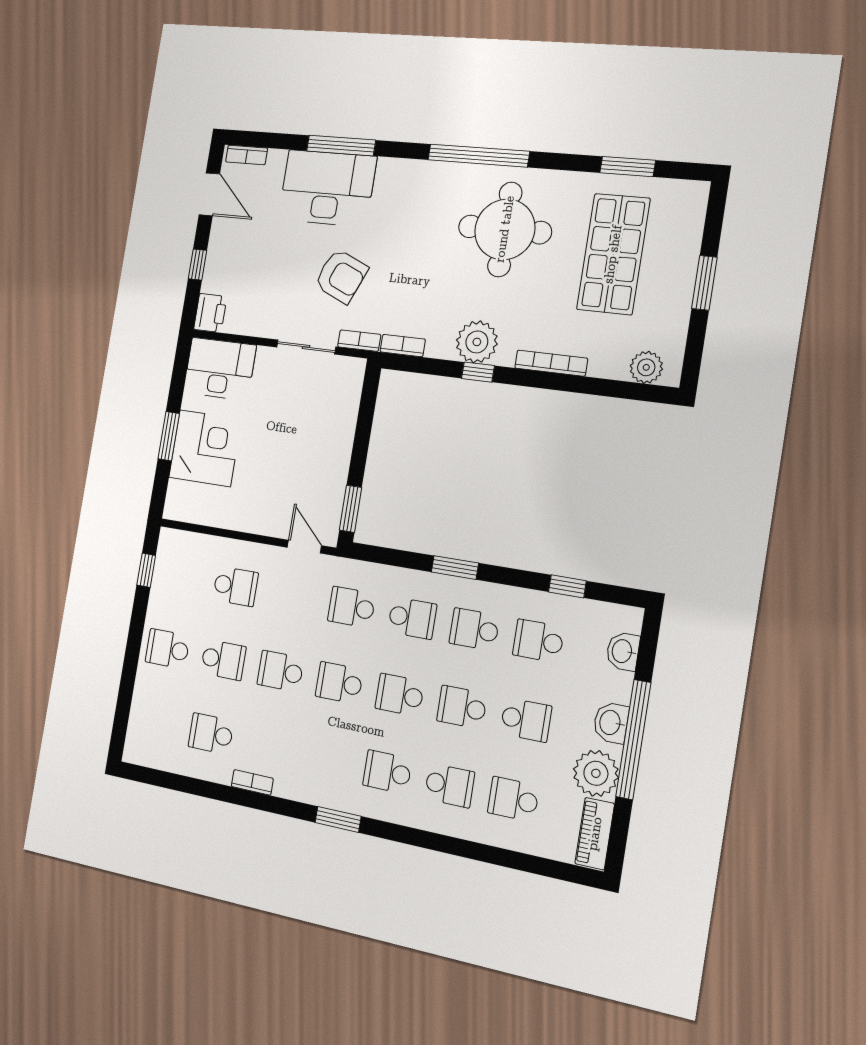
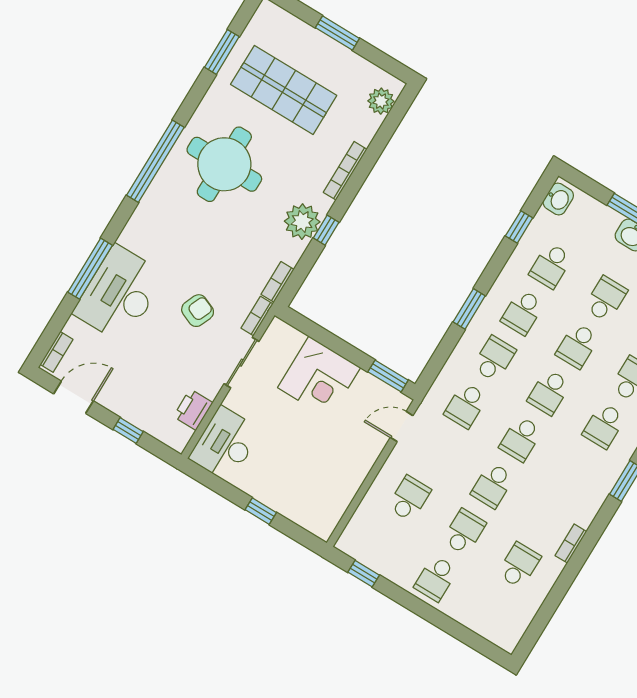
armchair: (341, 276) -> (198, 311), width x0.72, depth x0.72
printer: (210, 313) -> (193, 410), moved, turned -90
window: (169, 436) -> (261, 511), width x0.67
corner desk: (205, 448) -> (319, 378), moved, turned 180
washbasin: (623, 651) -> (558, 199), moved, turned -90
school desk: (211, 734) -> (519, 565), turned 180

